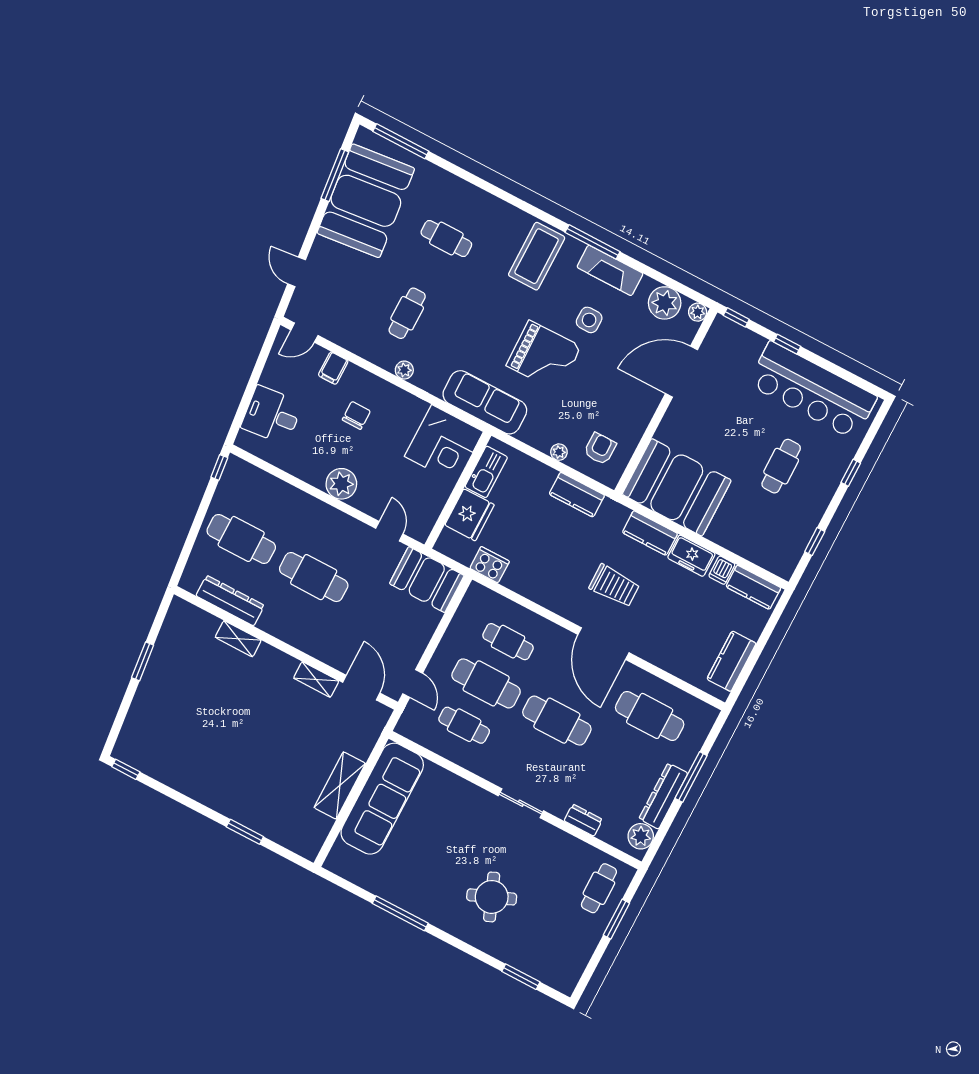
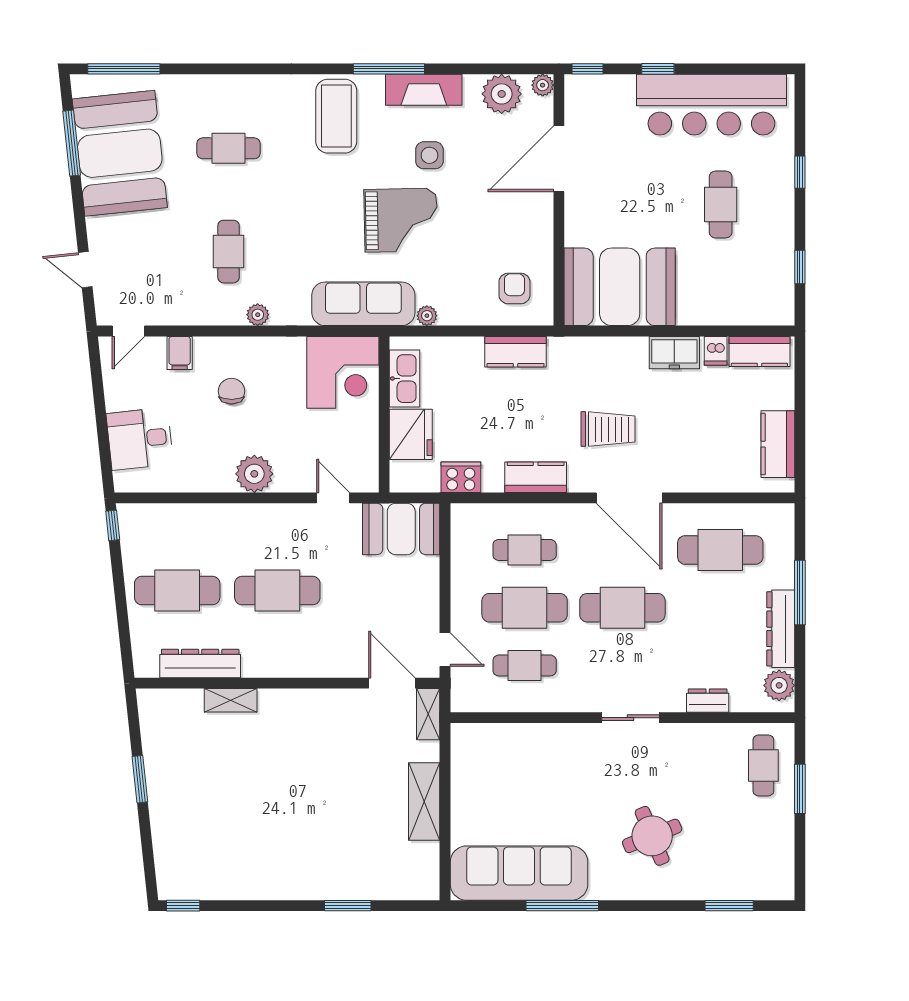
plant: (559, 452) -> (427, 316), moved
kitchen counter: (650, 533) -> (536, 477), moved, turned 180
shelving: (316, 679) -> (428, 714), moved, turned 90
sofa: (382, 799) -> (519, 873), moved, turned -90

